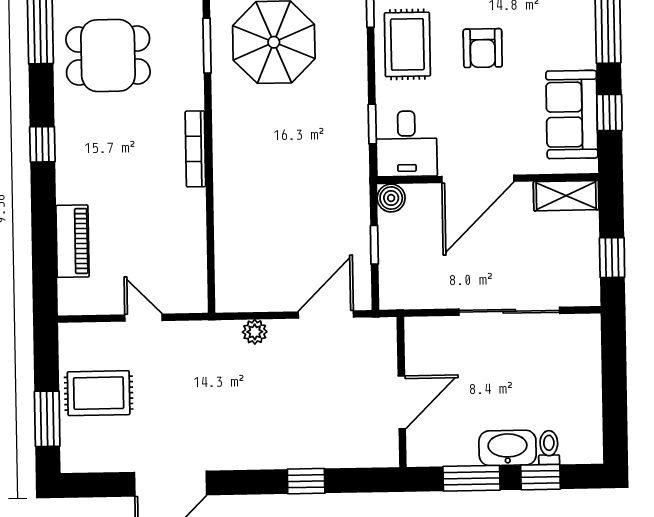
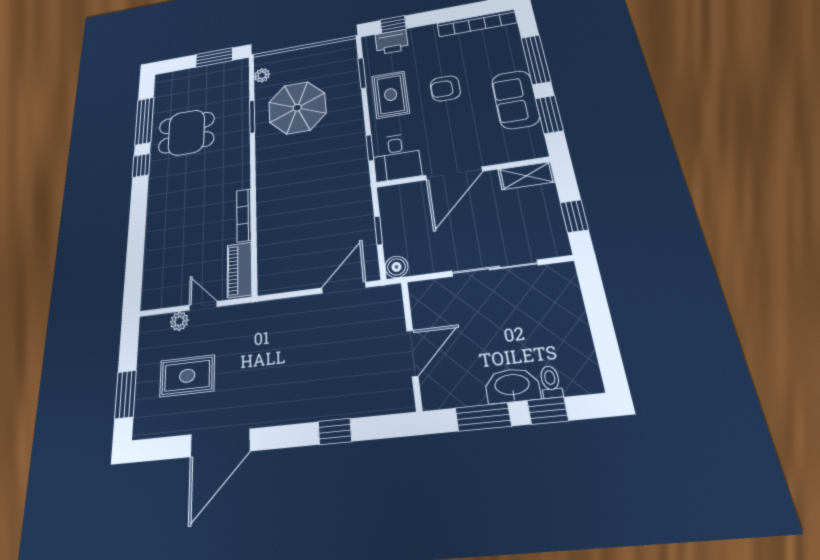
armchair: (483, 48) -> (445, 88), turned 90
window: (609, 113) -> (549, 114), width x1.50
sofa: (572, 114) -> (515, 100), moved
window: (42, 144) -> (141, 165), moved
bookcase: (195, 149) -> (244, 215), moved
boiler: (391, 198) -> (396, 267), moved
piano: (72, 241) -> (240, 270), moved, turned 180
plant: (255, 332) -> (179, 321), moved
rug: (99, 393) -> (187, 376), moved

